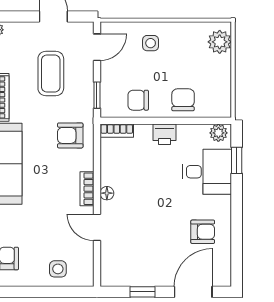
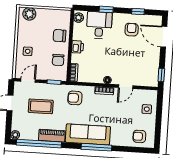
door: (97, 47) -> (28, 81), hinge flipped
armchair: (70, 135) -> (75, 98), turned 90
window: (237, 160) -> (106, 9), moved
window: (237, 242) -> (138, 11), added
window: (142, 292) -> (161, 75), moved

